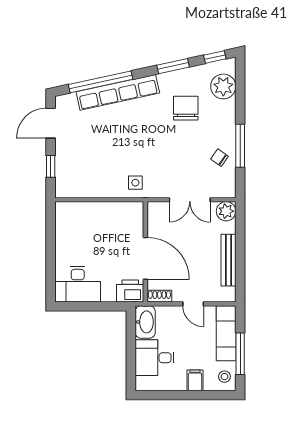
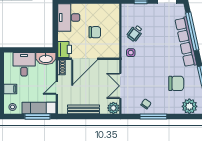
wheelchair: (103, 176) -> (135, 33), added
chair: (102, 242) -> (95, 32), added
window: (240, 354) -> (38, 116), moved

